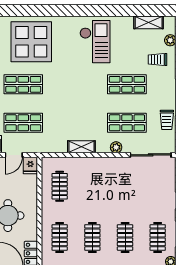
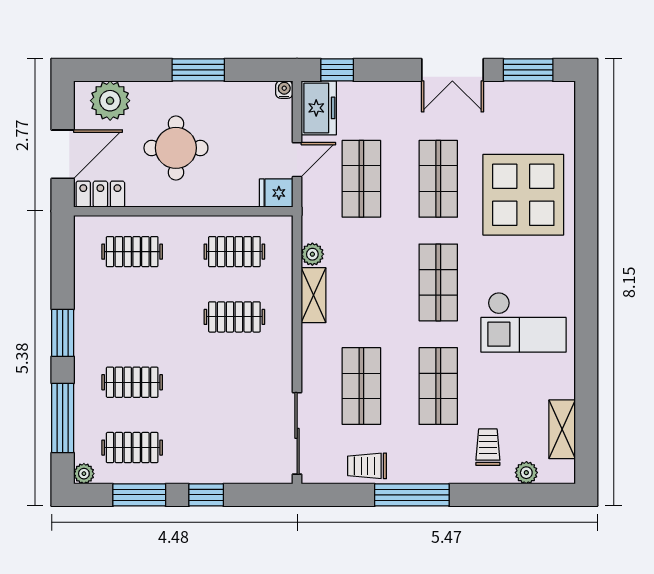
shop shelf: (75, 84) -> (438, 282), added
plant: (116, 147) -> (312, 254), moved
door: (14, 155) -> (297, 160), swing flipped
clothes rail: (92, 237) -> (234, 317), moved

